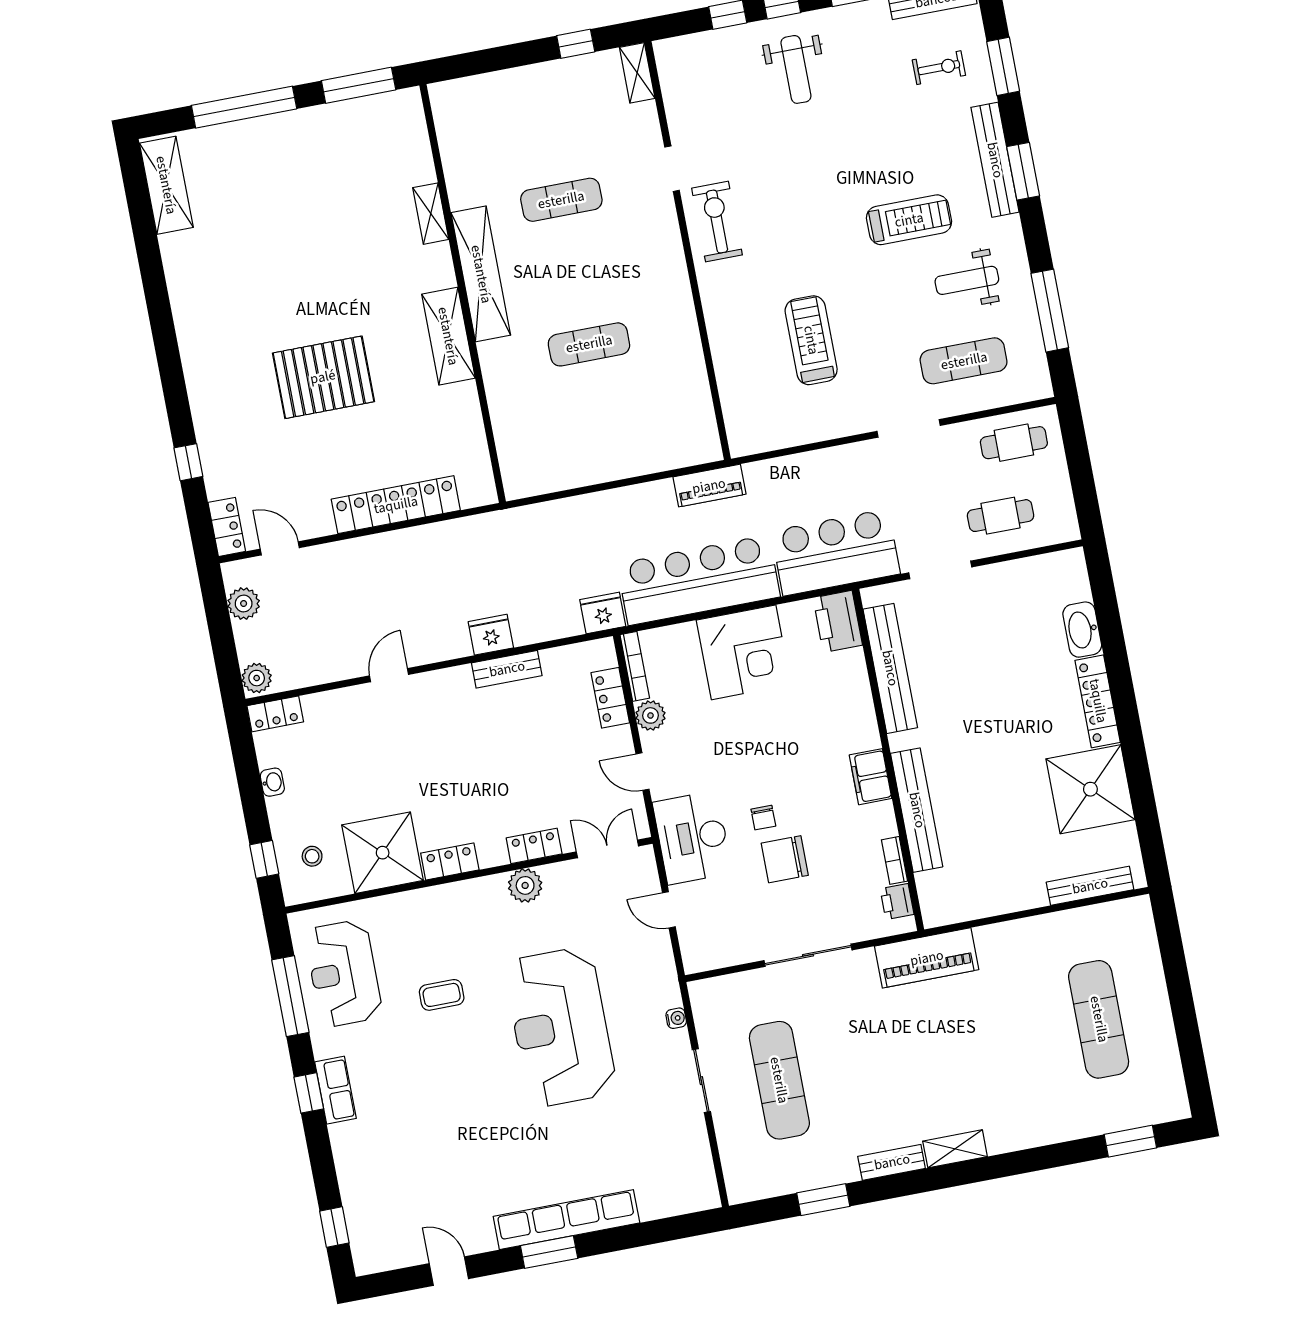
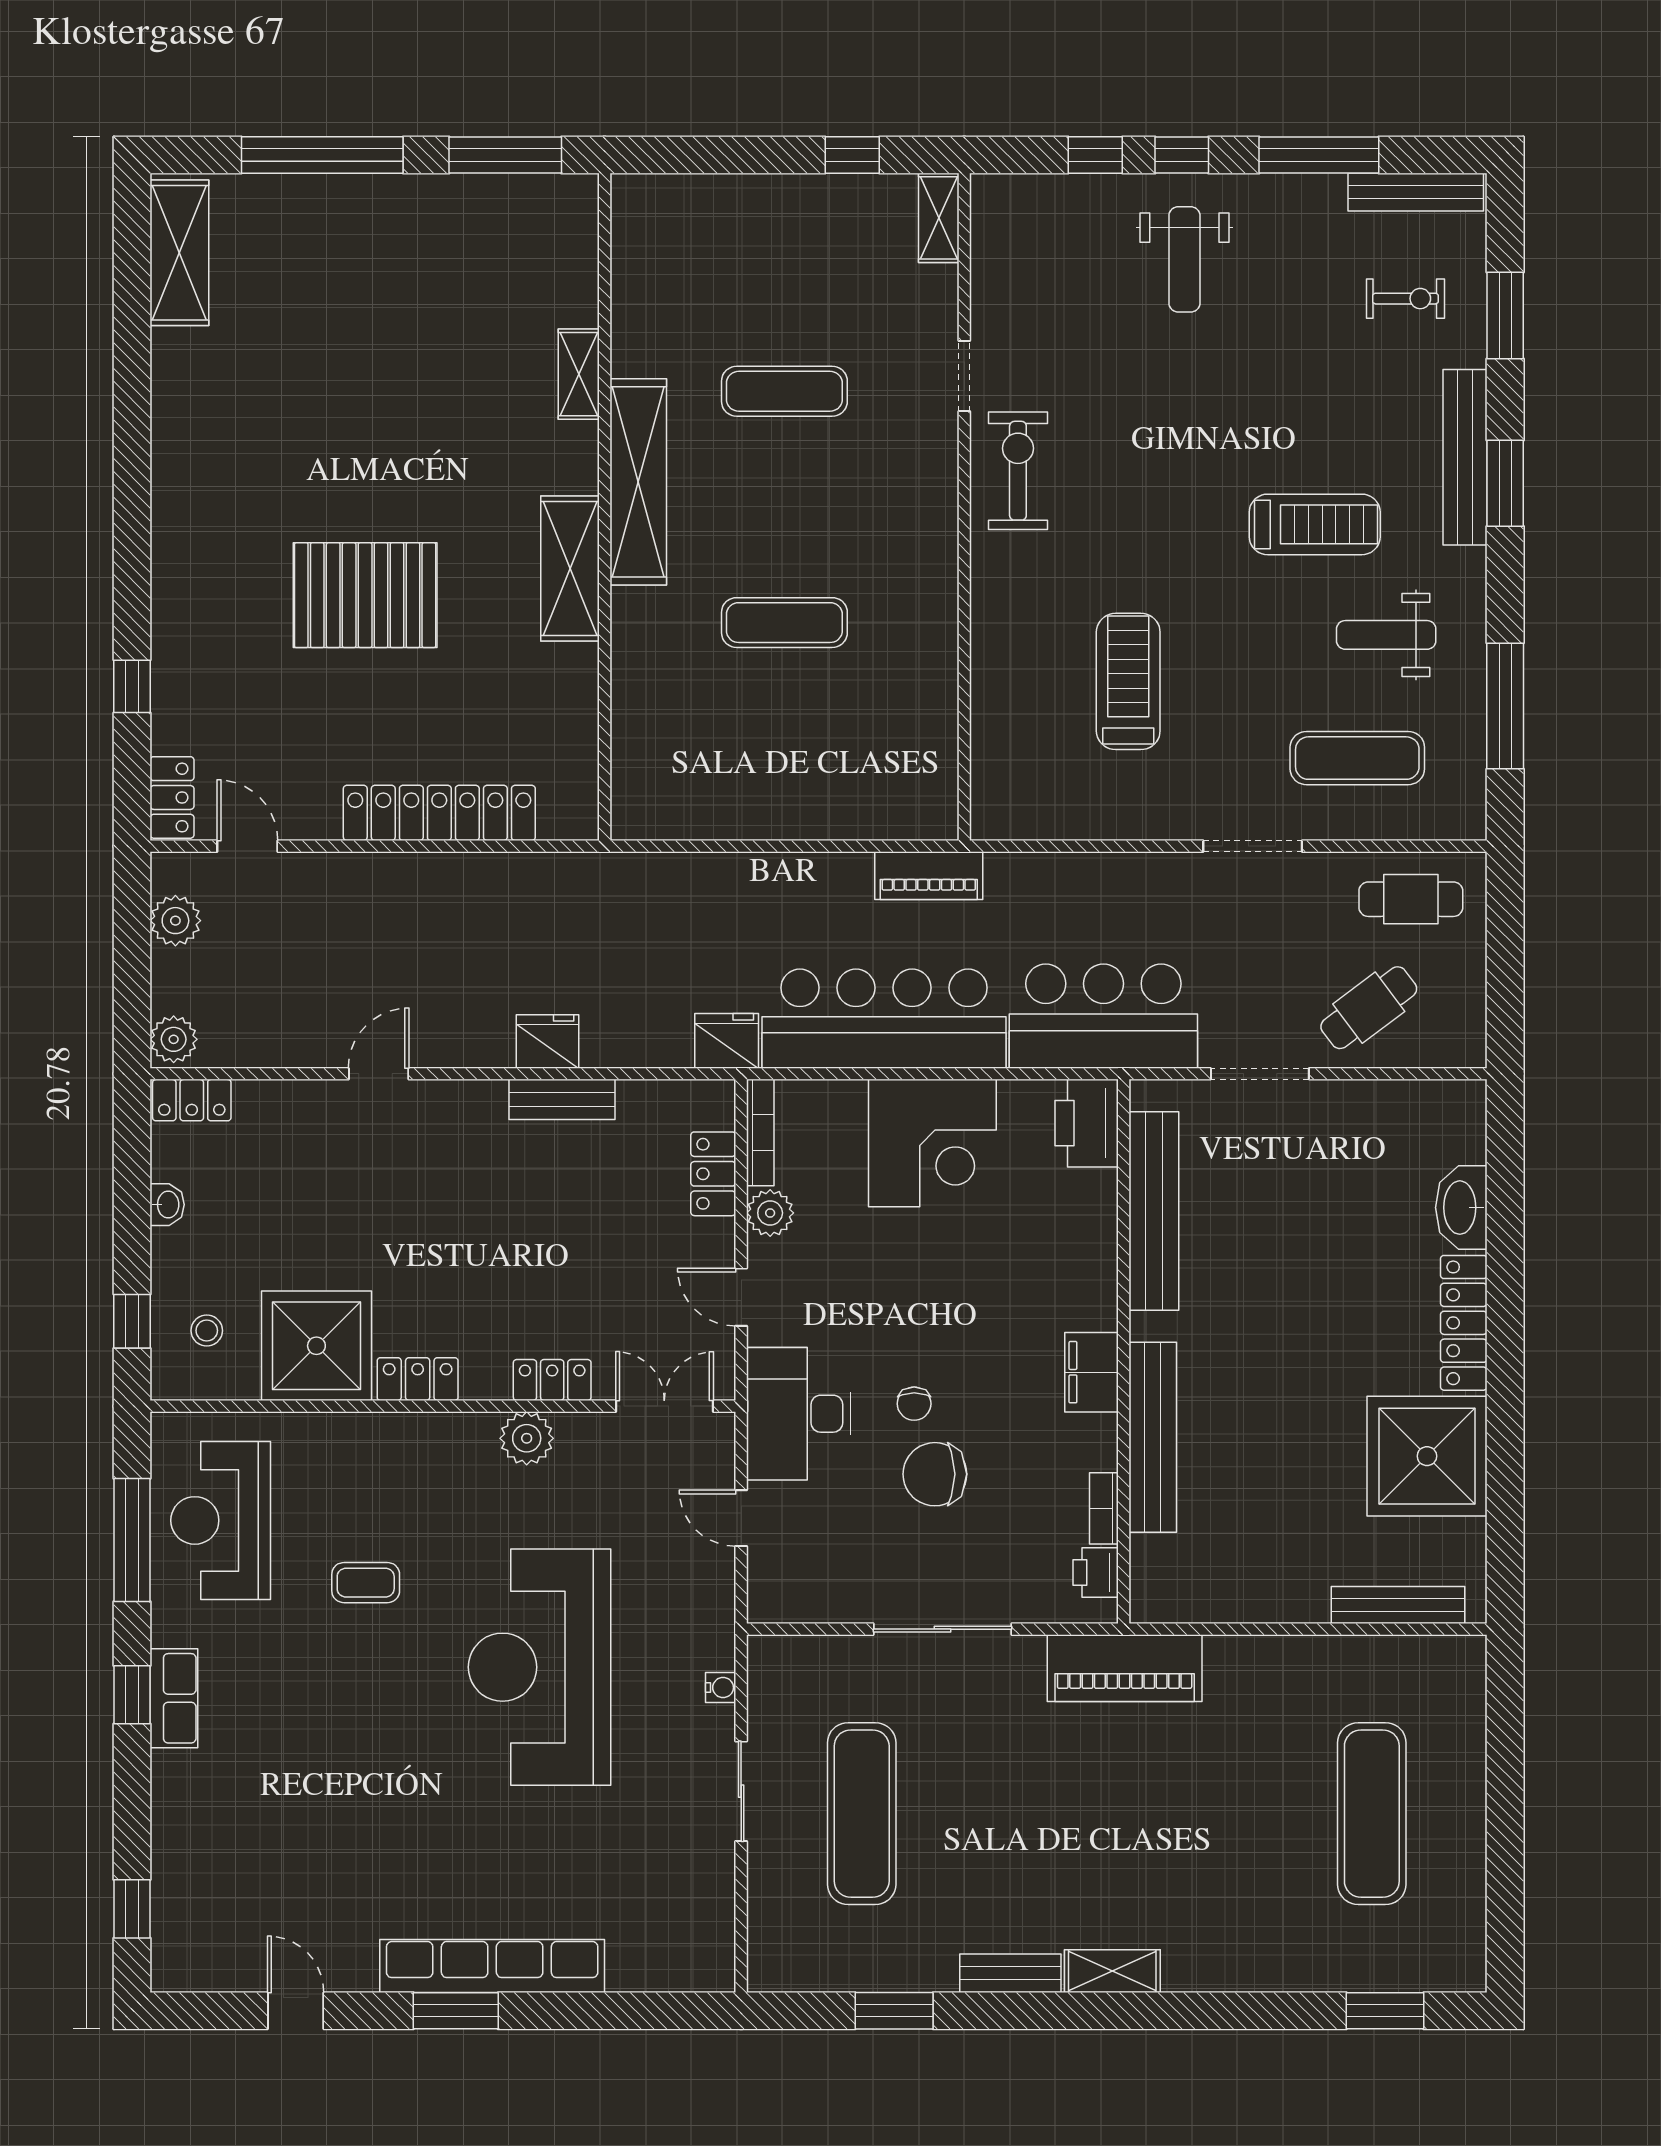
cafe table: (1001, 516) -> (1369, 1008), turned -37

